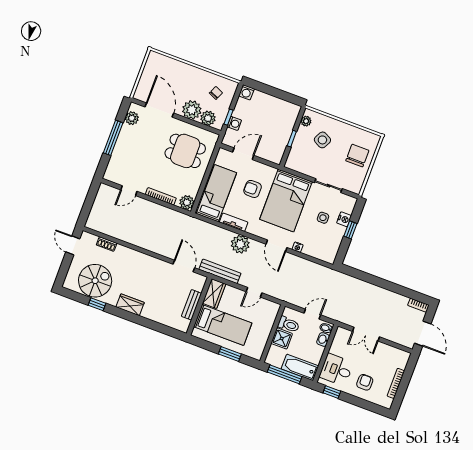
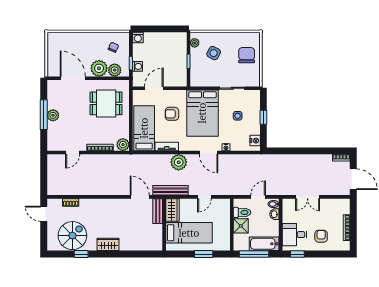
plant: (132, 118) -> (53, 115), moved
nightstand: (344, 219) -> (255, 141), moved
bench: (192, 305) -> (158, 211), moved

